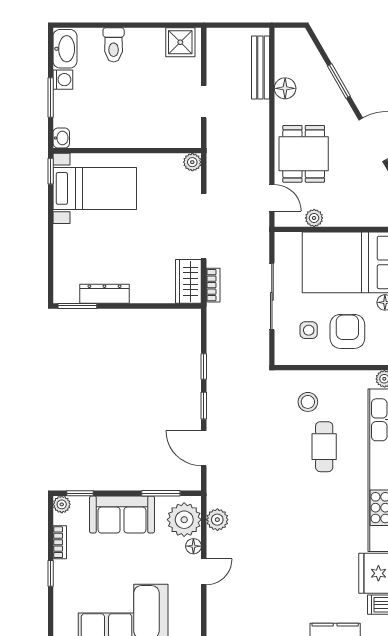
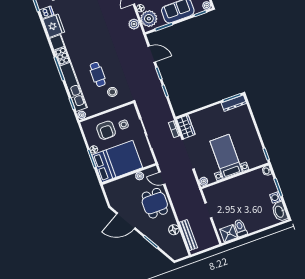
toilet: (114, 45) -> (240, 228), moved
bed with nightstands: (95, 188) -> (226, 156), moved, turned 90
dresser: (104, 294) -> (234, 103), moved

